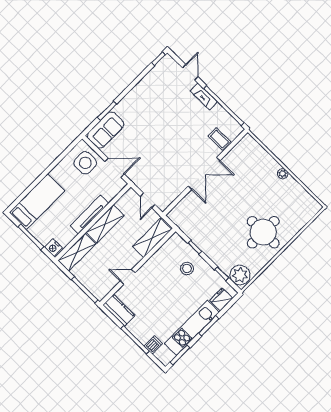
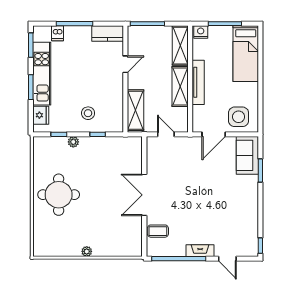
plant: (240, 275) -> (73, 142), moved, width x0.53, depth x0.53

